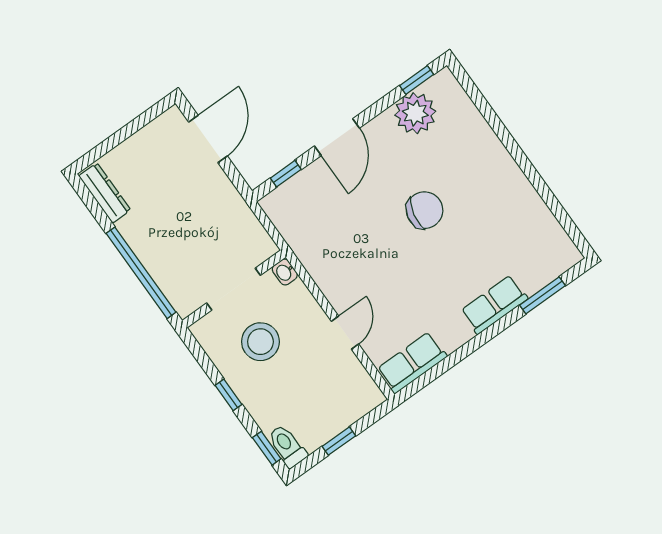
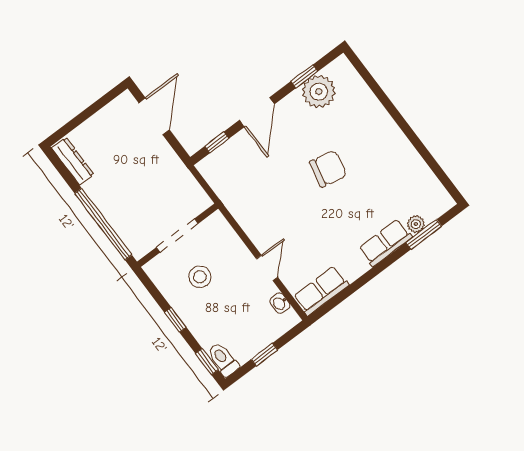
window: (417, 80) -> (304, 76), moved
washbasin: (285, 272) -> (280, 303), moved
plant: (533, 282) -> (416, 224), added
stool: (260, 342) -> (200, 277), width x0.73, depth x0.73

